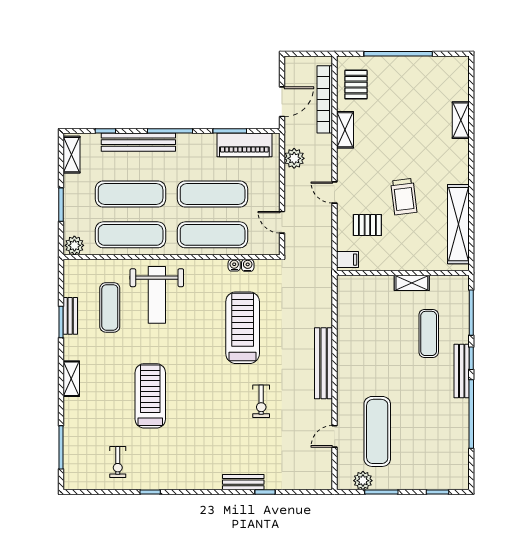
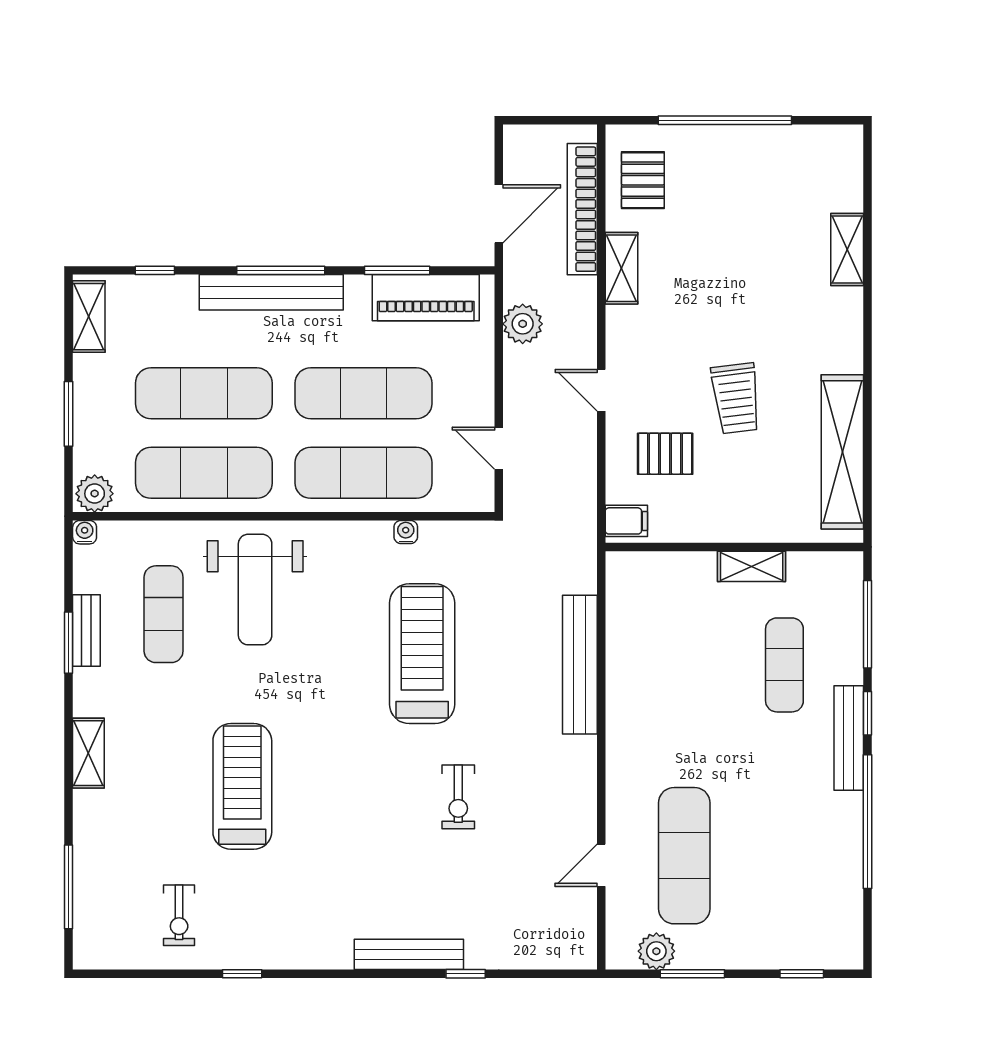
bench: (138, 142) -> (271, 292), moved
water cooler: (248, 265) -> (85, 532), moved
bench: (324, 363) -> (580, 665), moved
bench: (243, 482) -> (409, 954), width x1.36

